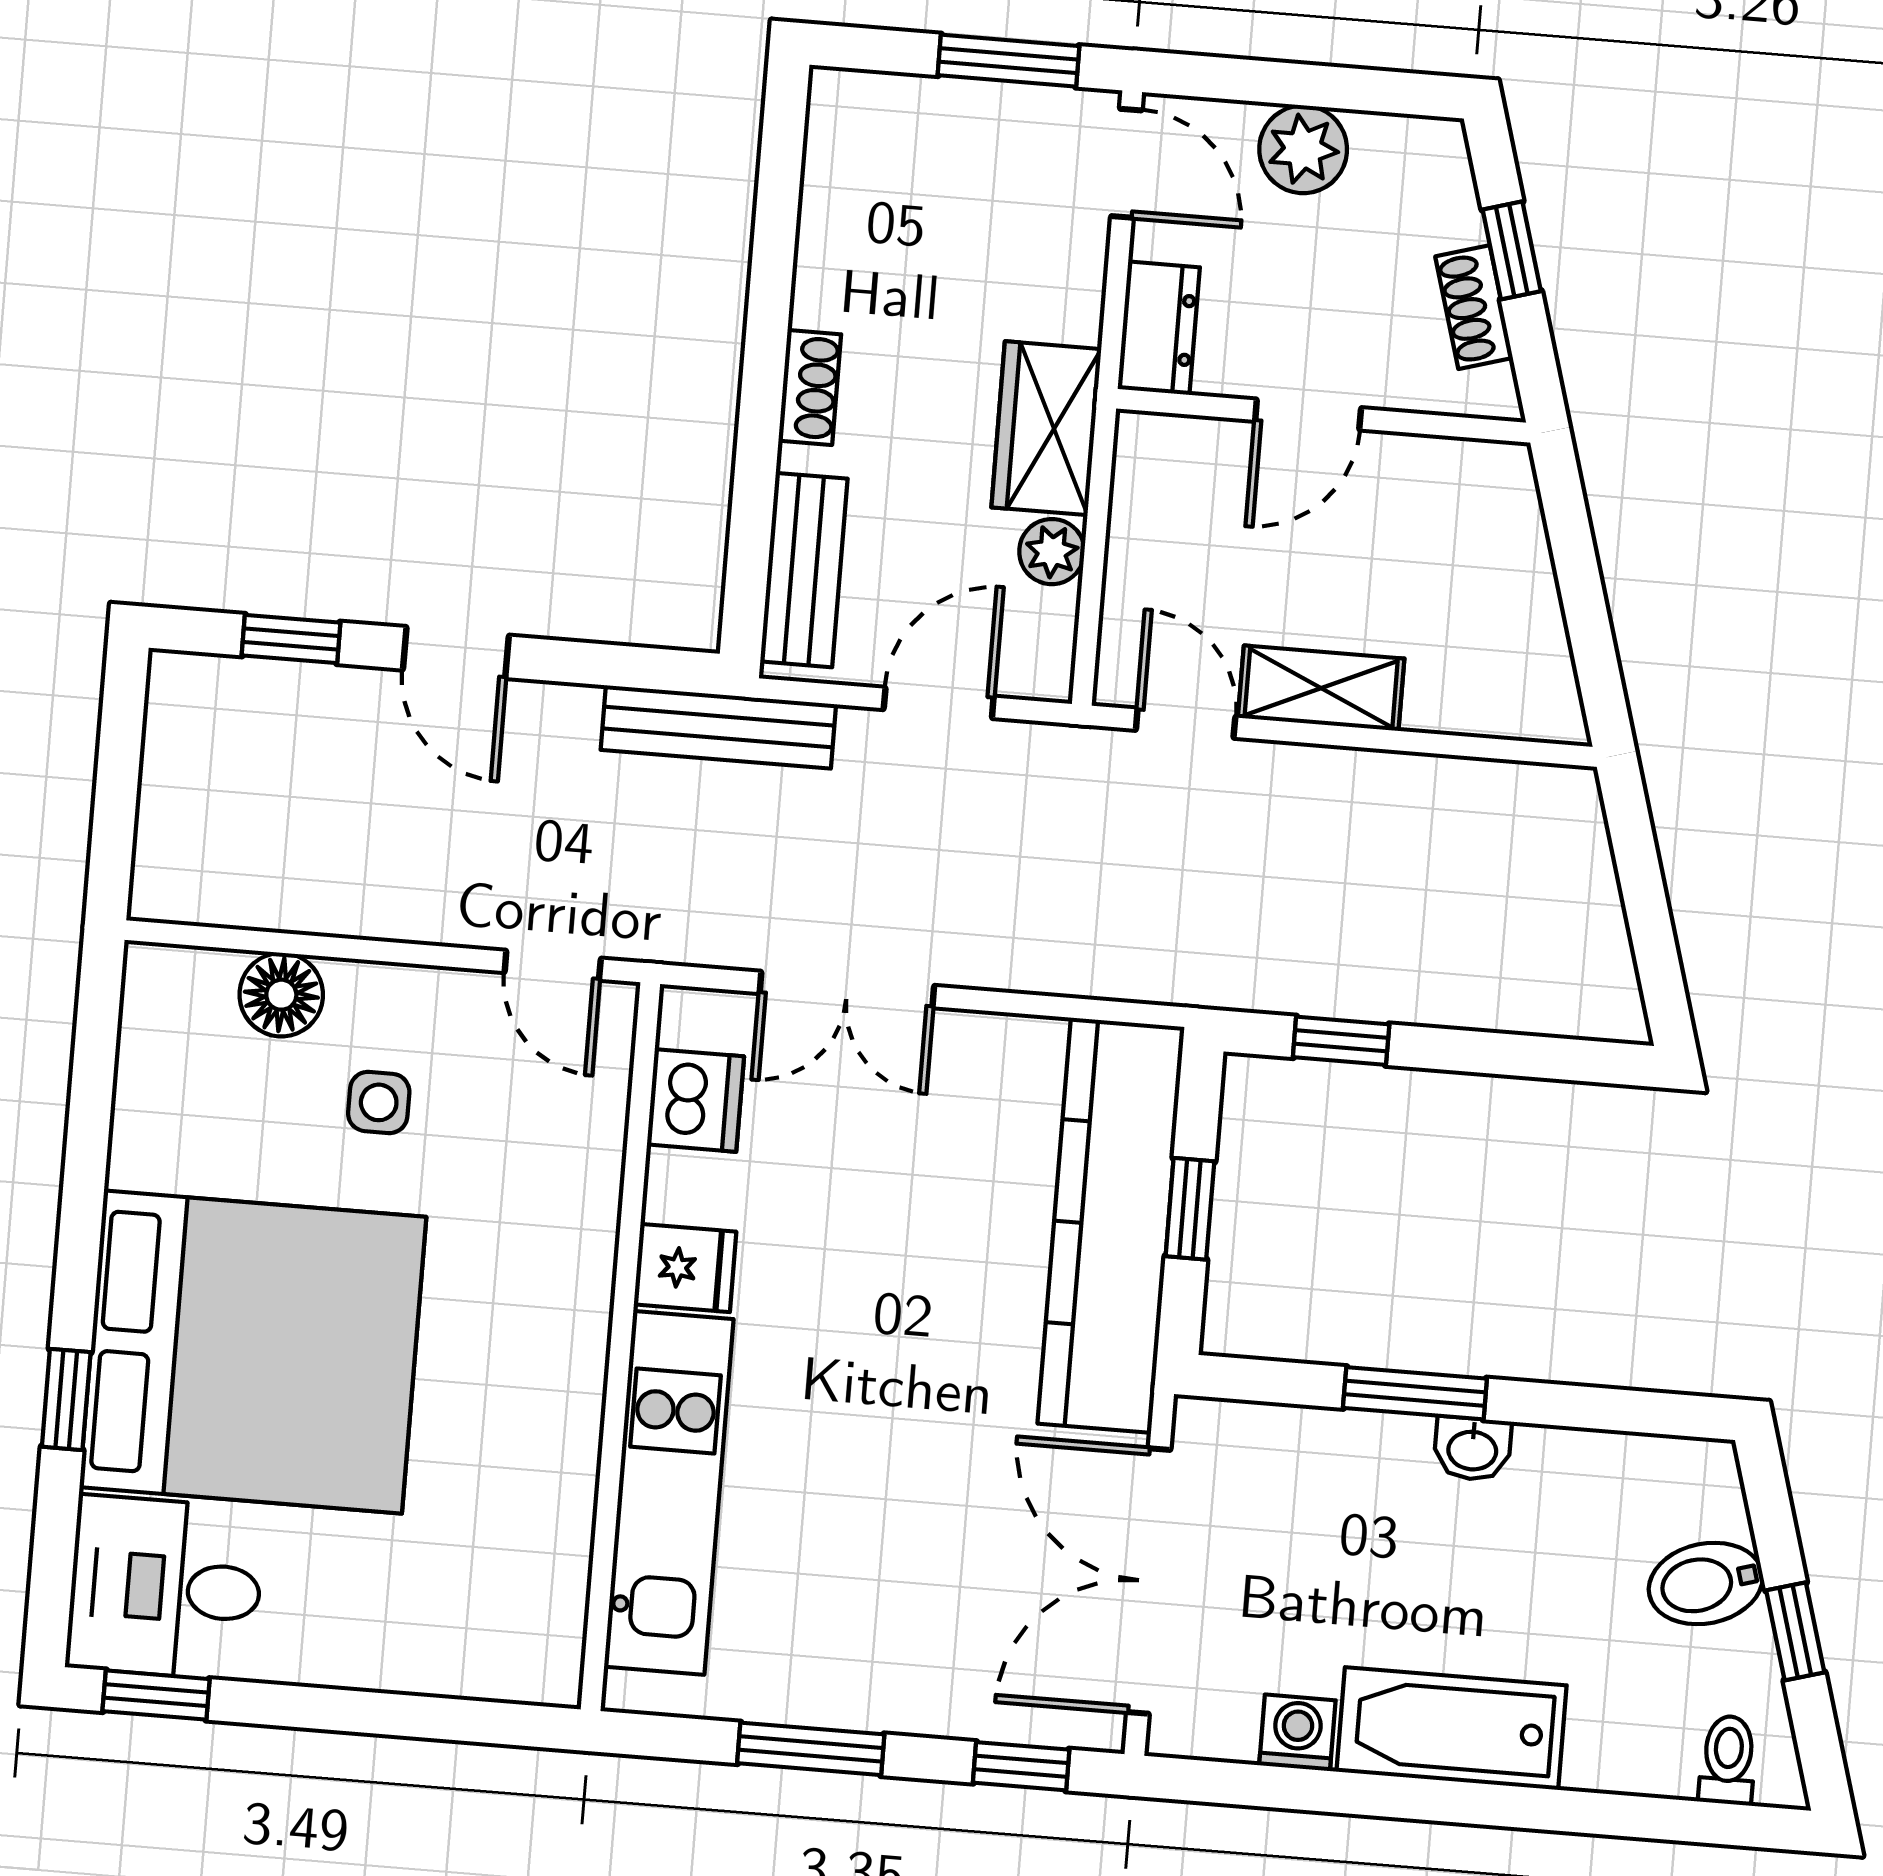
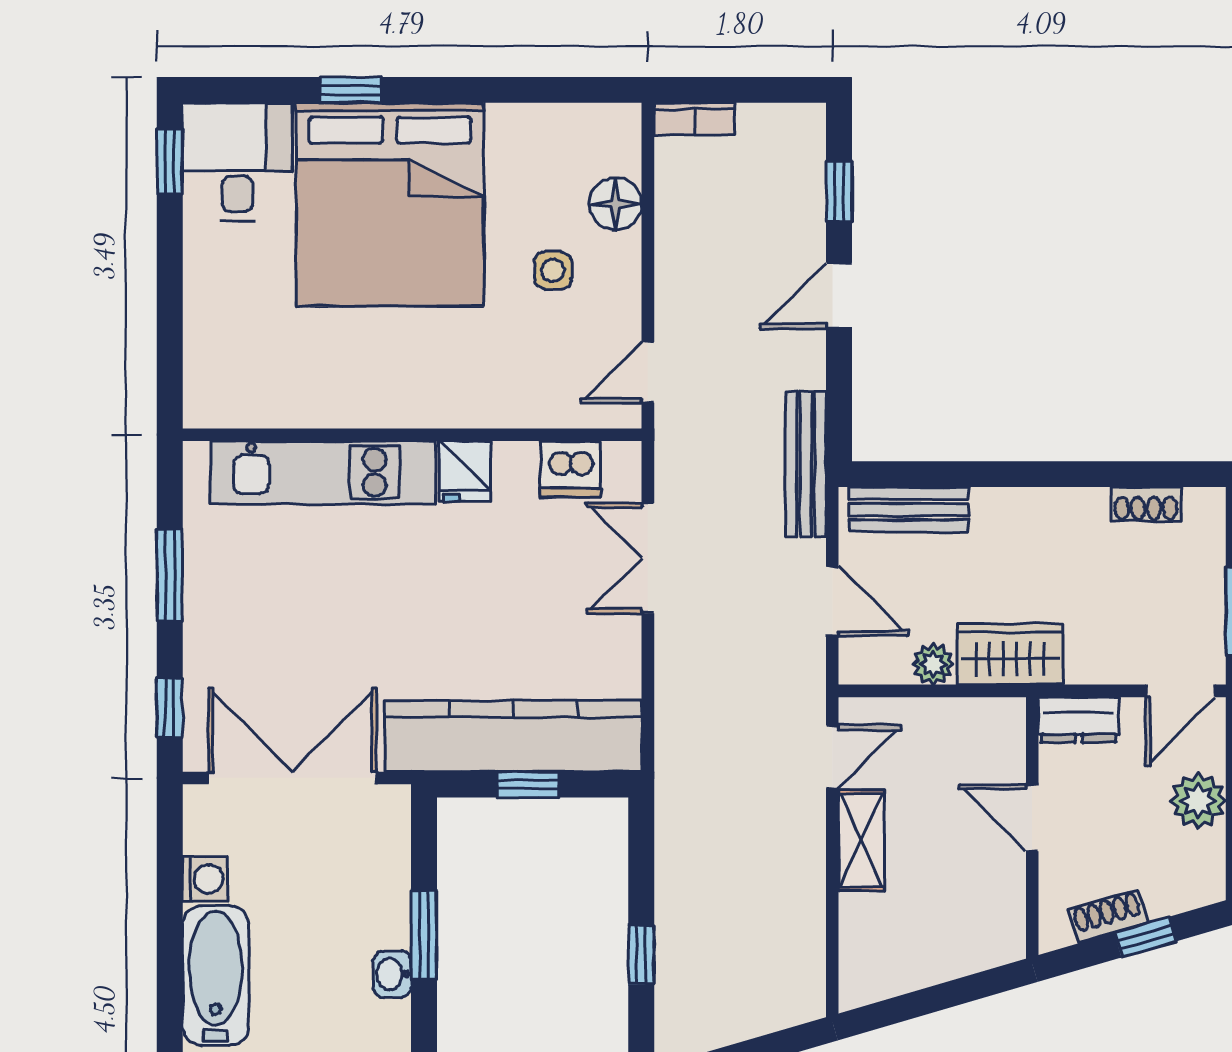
shoe rack: (810, 387) -> (1146, 504), moved
bookcase: (157, 858) -> (694, 119), added
window: (1341, 1041) -> (641, 955), moved

